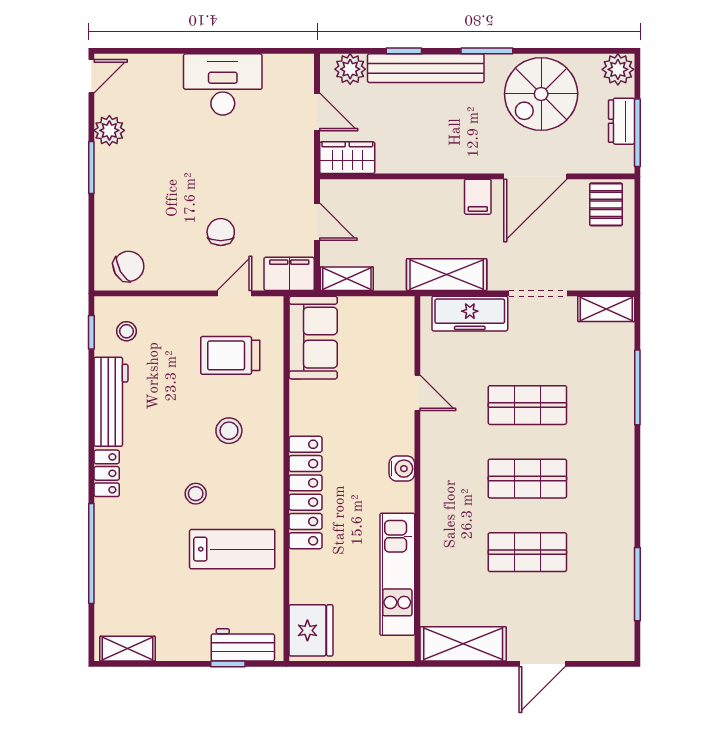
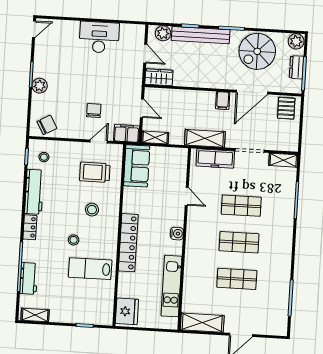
plant: (109, 130) -> (40, 86), moved
lab bench: (232, 549) -> (90, 269), turned 180
workbench: (243, 645) -> (29, 278), moved, turned 90

